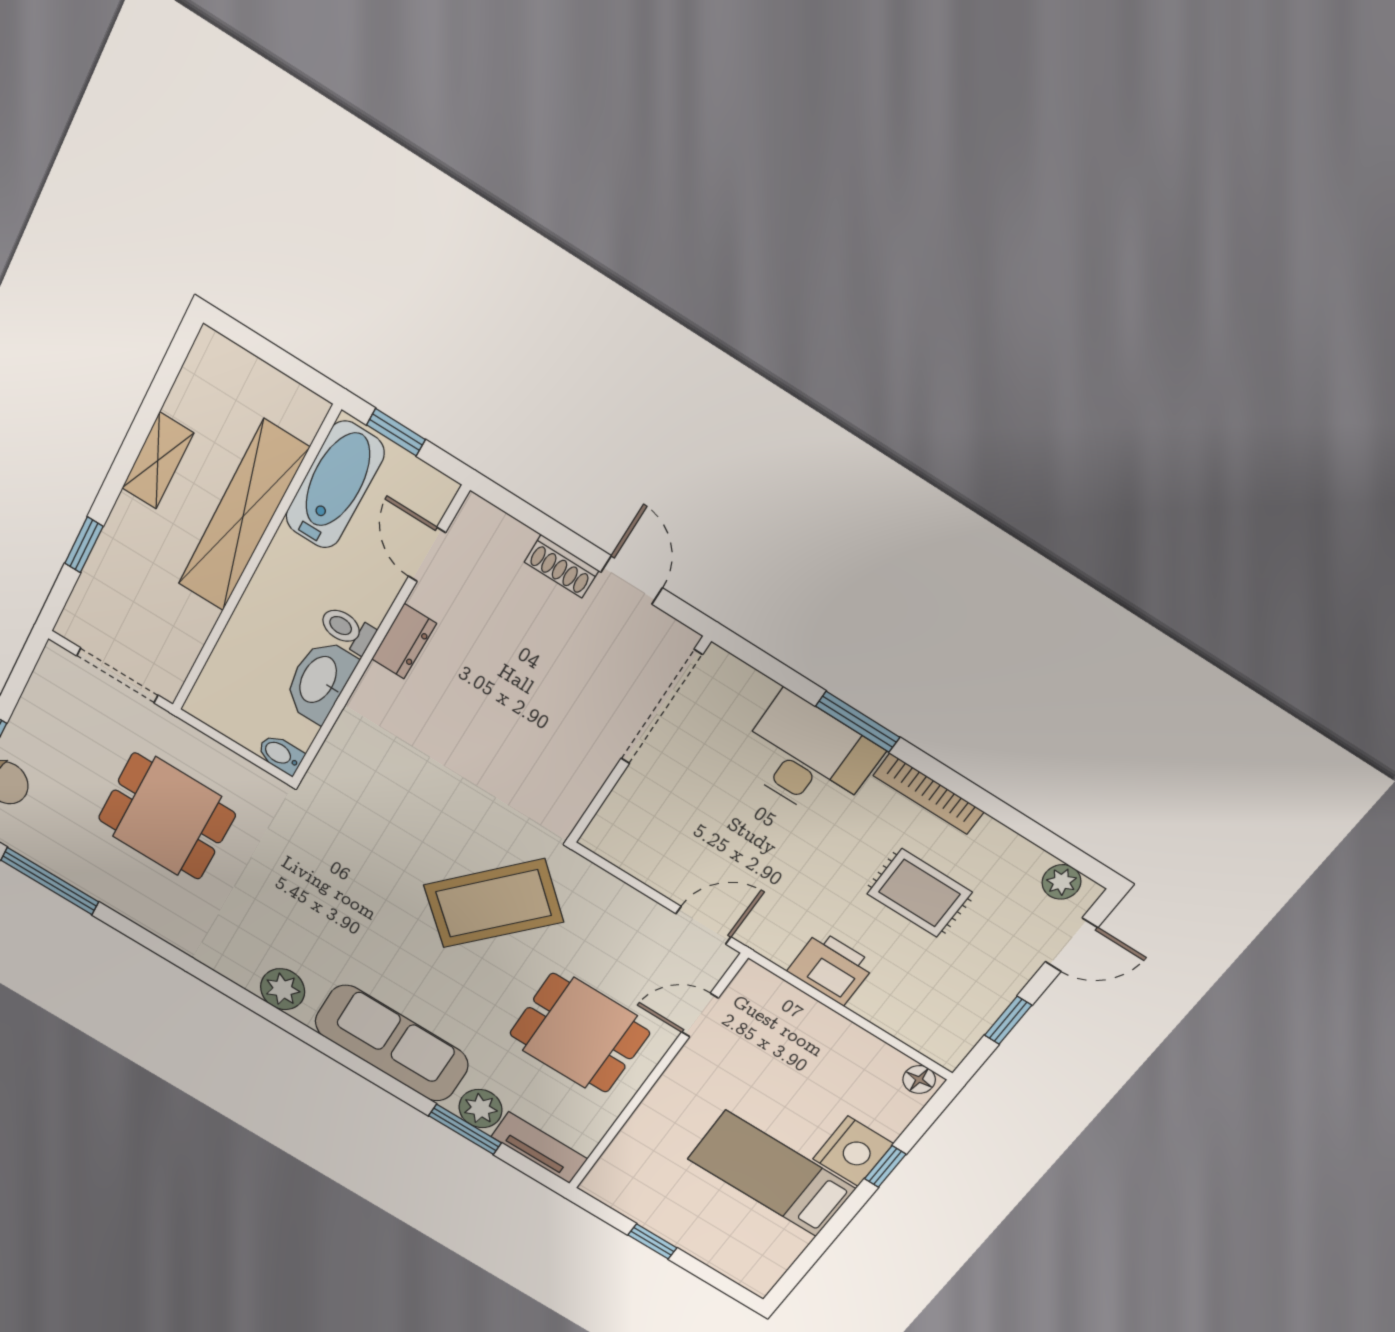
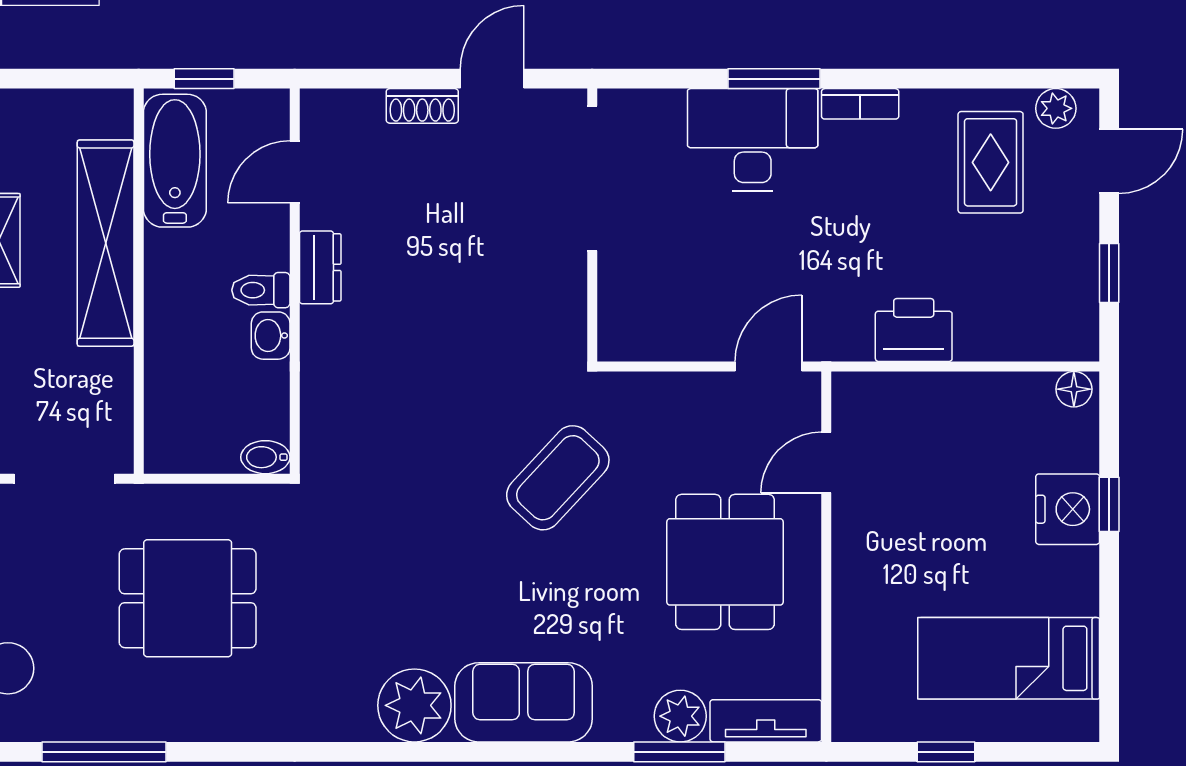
door: (427, 555) -> (295, 172), hinge flipped
door: (632, 580) -> (492, 79), hinge flipped
washbasin: (319, 680) -> (271, 336), width x0.52, depth x0.69
bookcase: (929, 794) -> (860, 104), width x0.64
rug: (919, 893) -> (991, 162), moved, turned 90
coffee table: (493, 904) -> (558, 478), width x0.73, depth x0.76
plant: (283, 989) -> (414, 705), width x1.36, depth x1.36
dining table: (580, 1033) -> (725, 562), turned 90
sofa: (392, 1043) -> (524, 702), width x0.73
bed: (771, 1174) -> (1009, 658), moved

